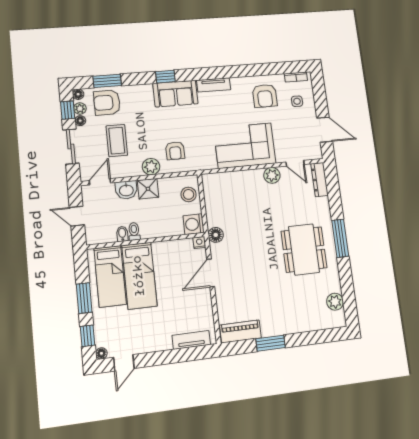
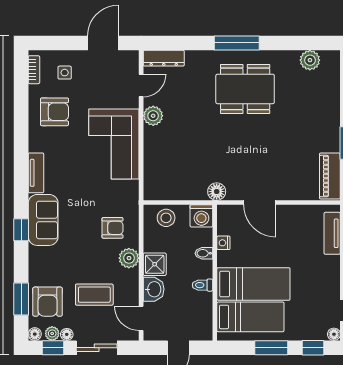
bidet: (122, 234) -> (204, 253), moved
nightstand: (199, 243) -> (223, 243), moved

